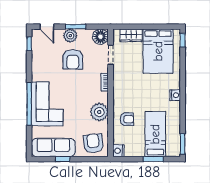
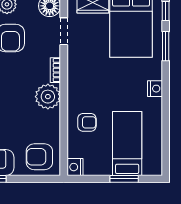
plant: (99, 112) -> (48, 97), moved
armchair: (93, 143) -> (39, 157), turned -84
window: (183, 144) -> (166, 46), moved

